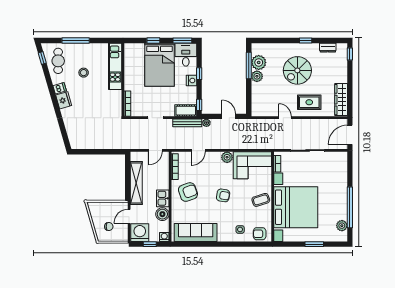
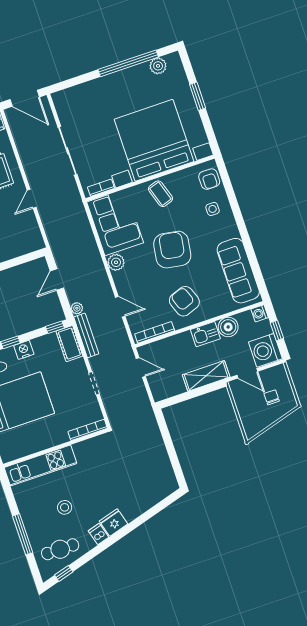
shelving: (136, 183) -> (206, 376), width x0.68
armchair: (223, 195) -> (172, 250), width x1.88, depth x1.88

